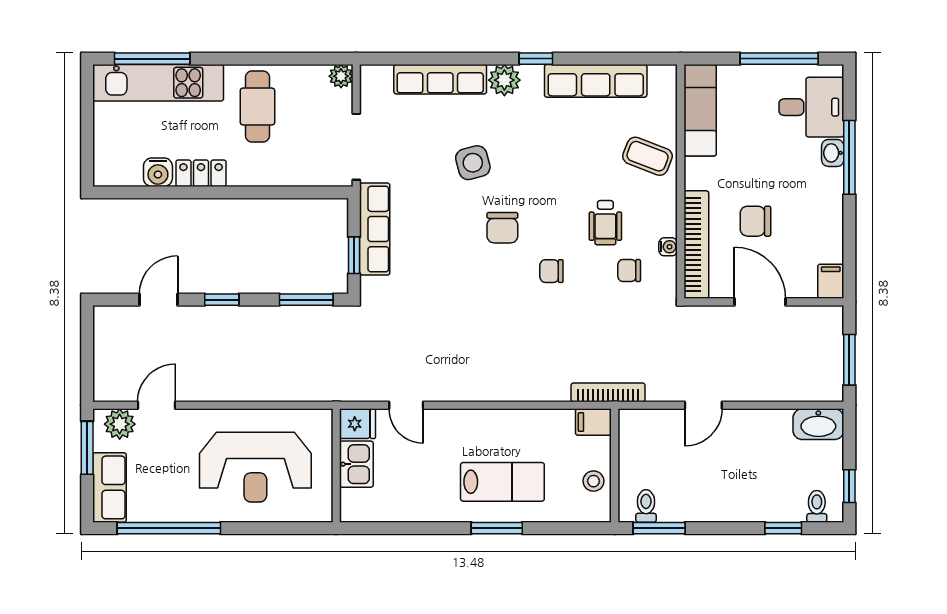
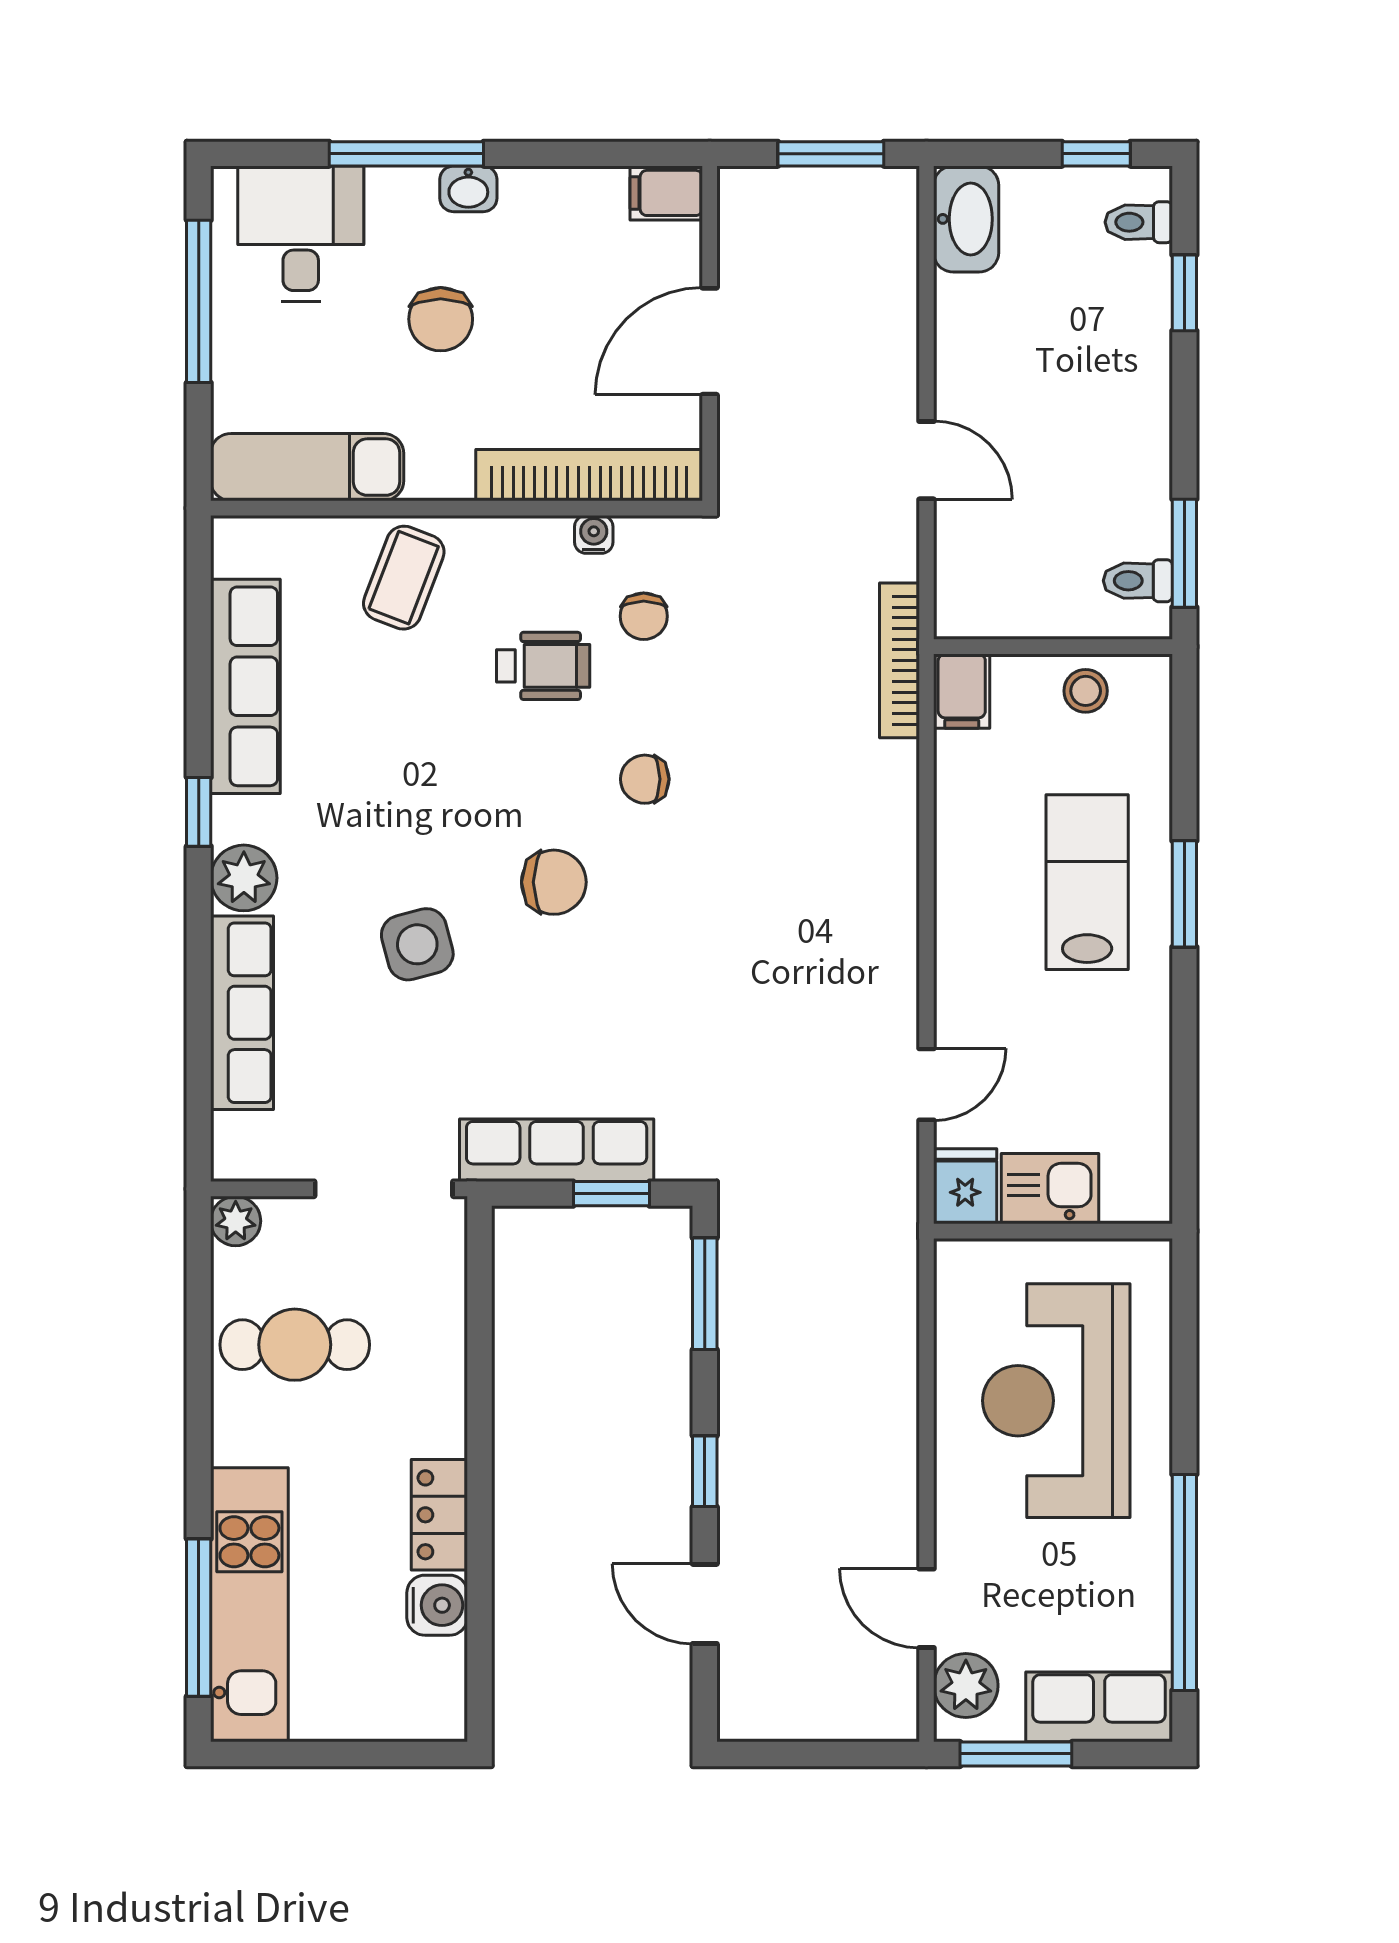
cafe table: (257, 106) -> (295, 1345), moved
washbasin: (833, 153) -> (468, 189), moved
chair: (755, 221) -> (441, 319), moved
chair: (551, 271) -> (645, 779), turned 90
reception desk: (255, 467) -> (1056, 1401), turned 180

